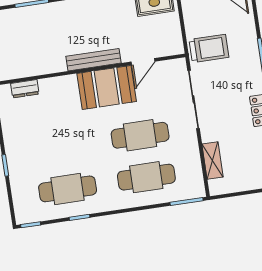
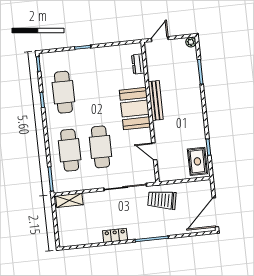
trolley: (209, 48) -> (162, 200), turned 101
bench: (94, 60) -> (156, 101), moved
booth: (107, 87) -> (135, 109), moved
shelving: (213, 160) -> (69, 200), moved

